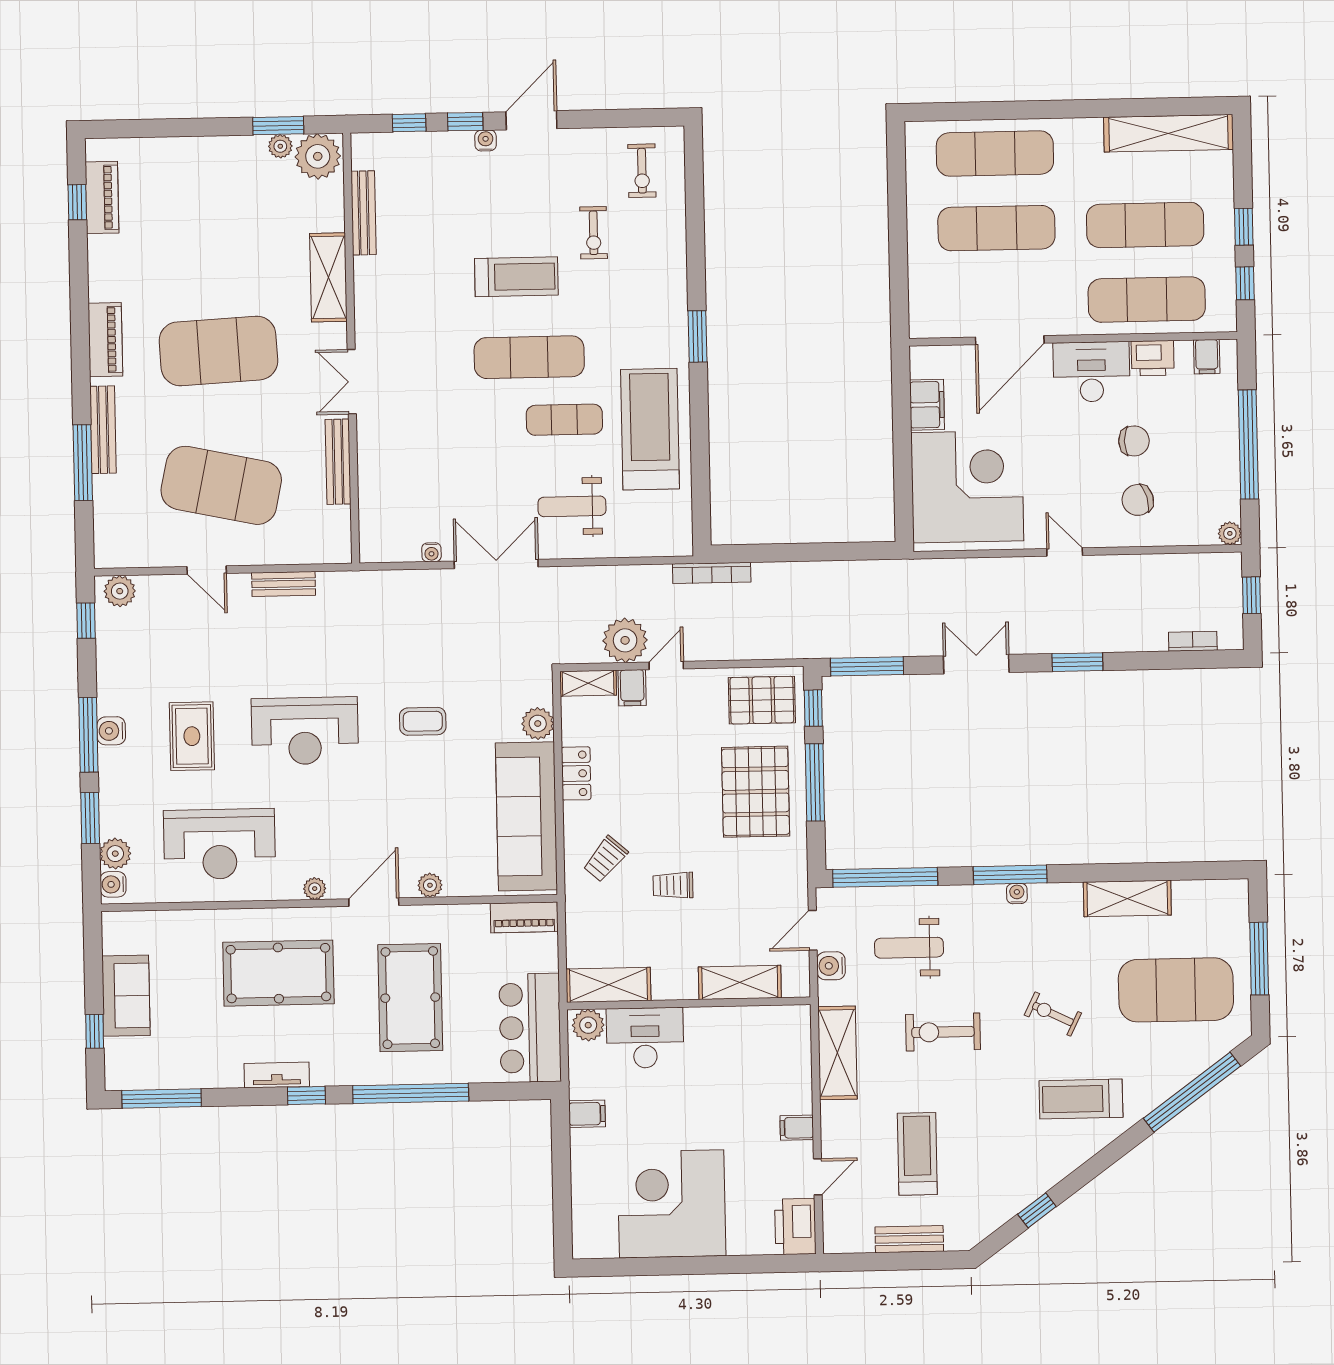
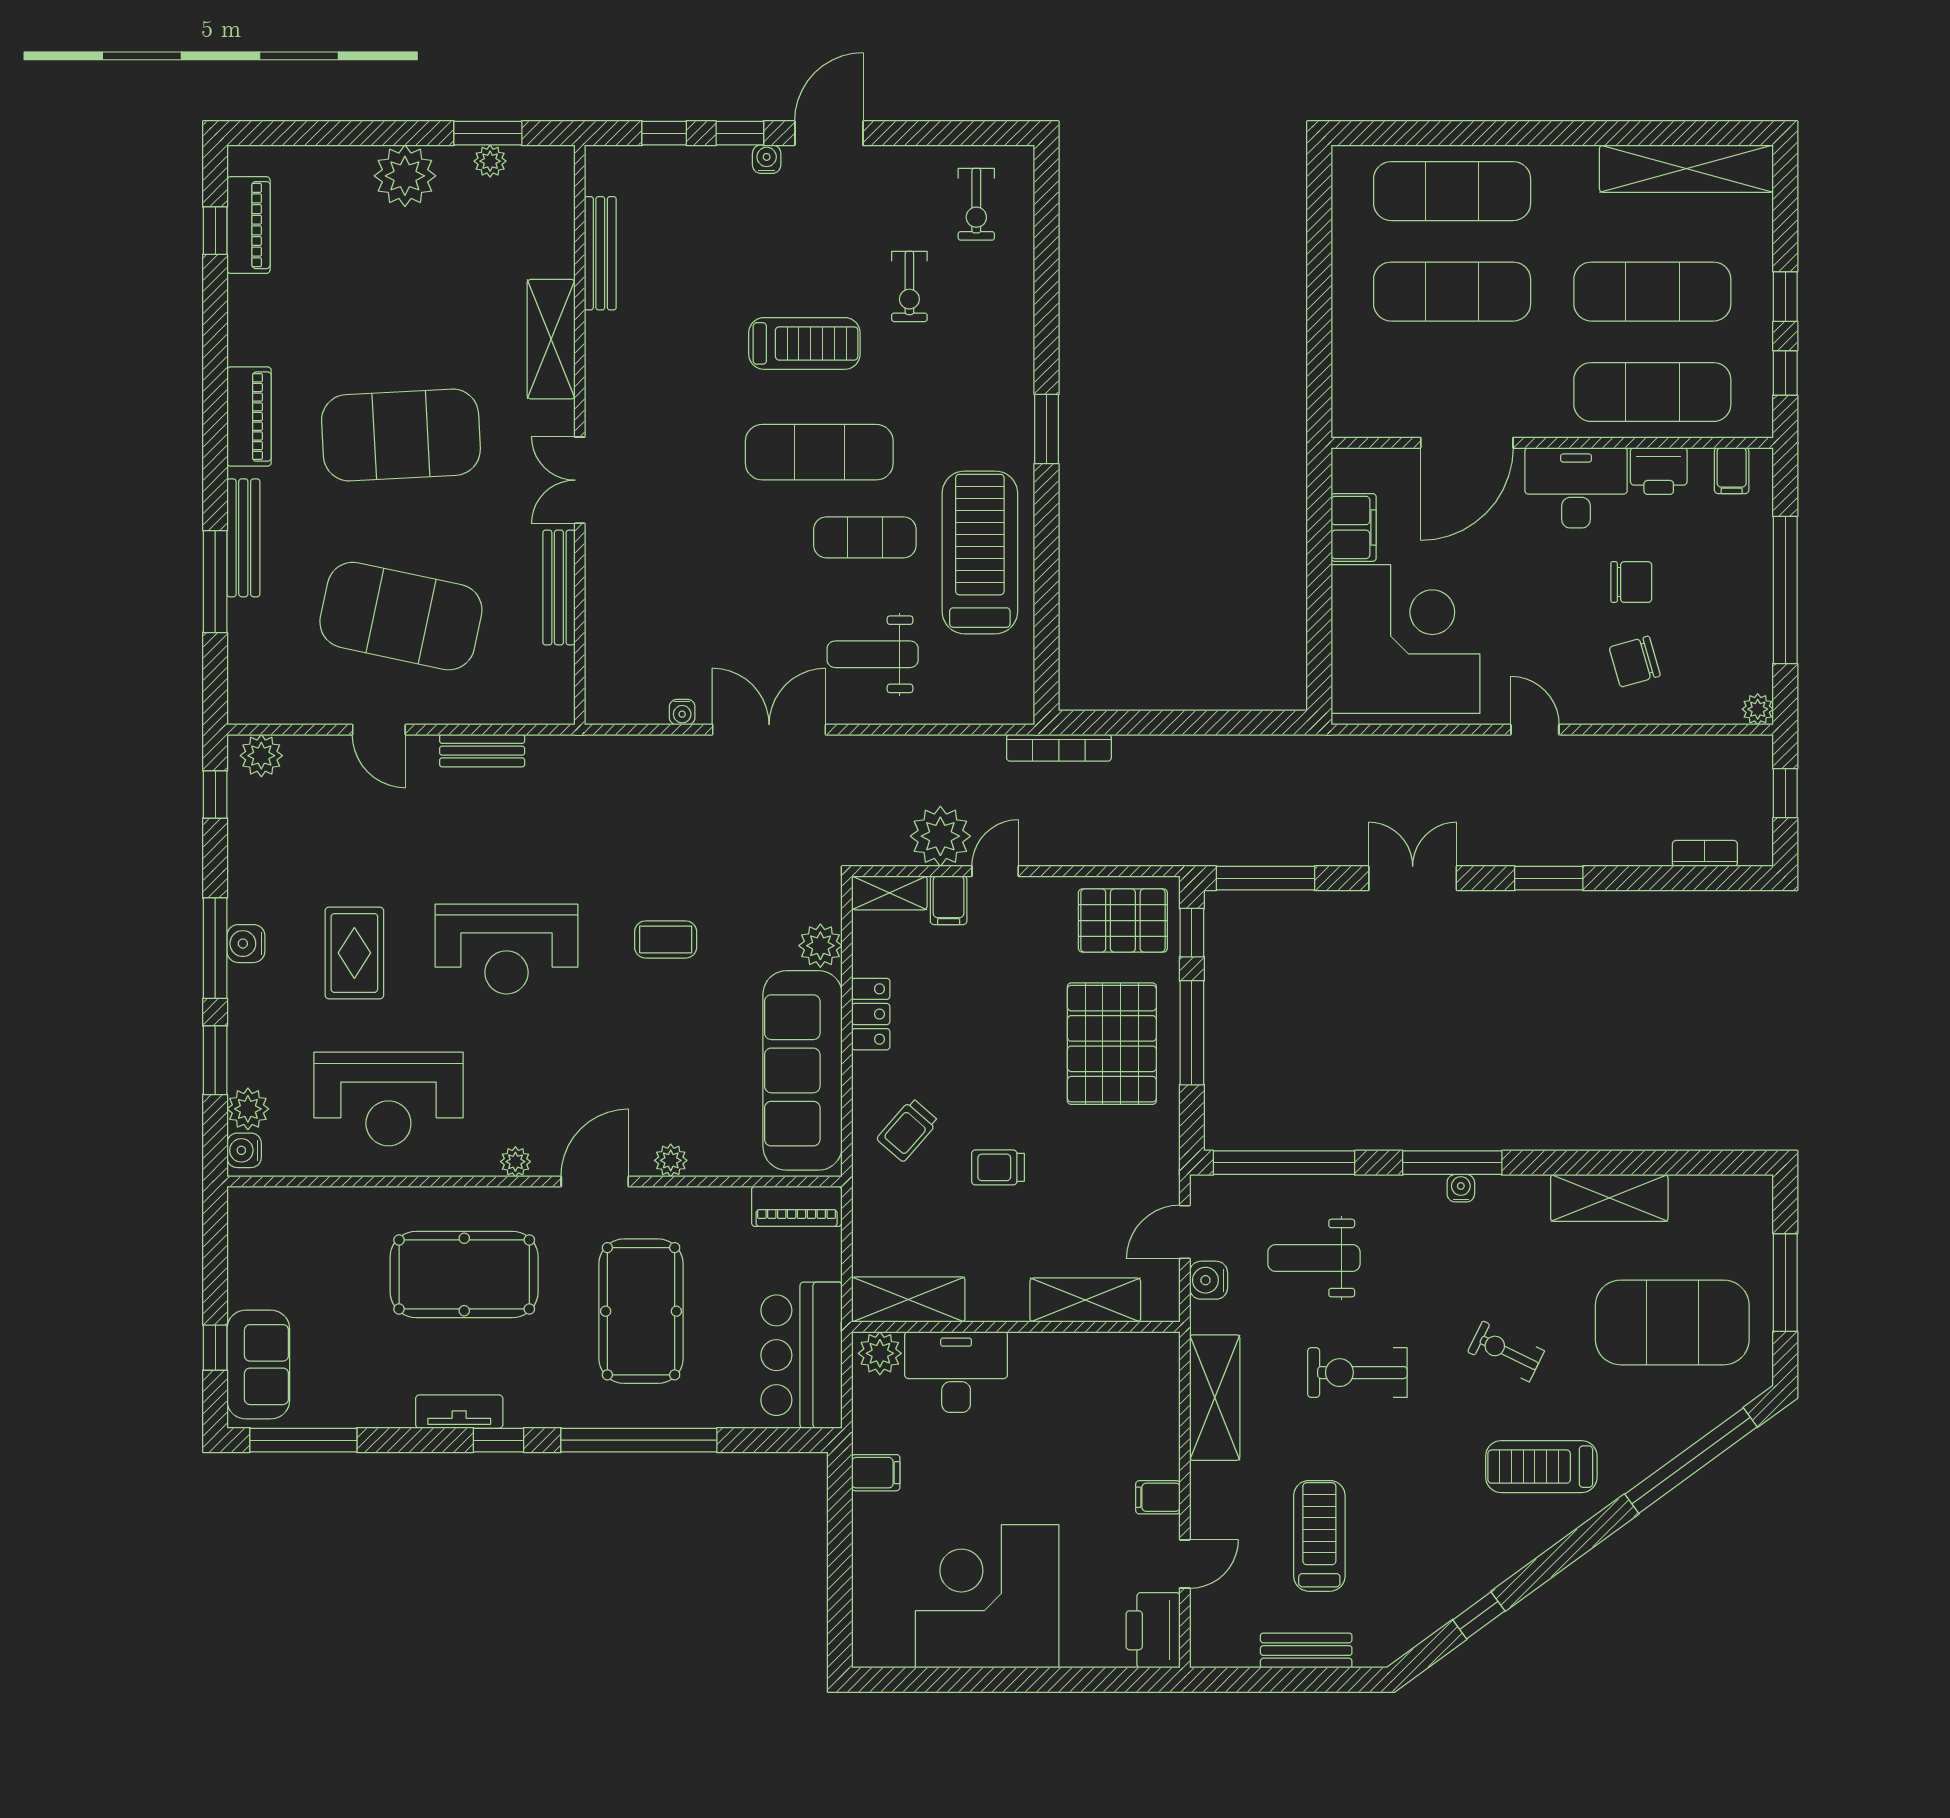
plant: (318, 156) -> (405, 176), moved
sofa: (126, 996) -> (258, 1365), moved

